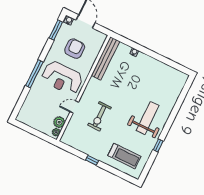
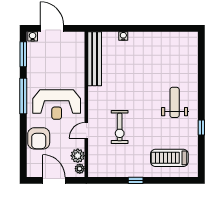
armchair: (75, 49) -> (39, 138), moved, turned 180
window: (34, 74) -> (23, 96), moved
weight bench: (148, 118) -> (175, 102), width x0.73, depth x0.75
door: (33, 132) -> (54, 180), added
treadmill: (124, 156) -> (169, 158), turned 180

